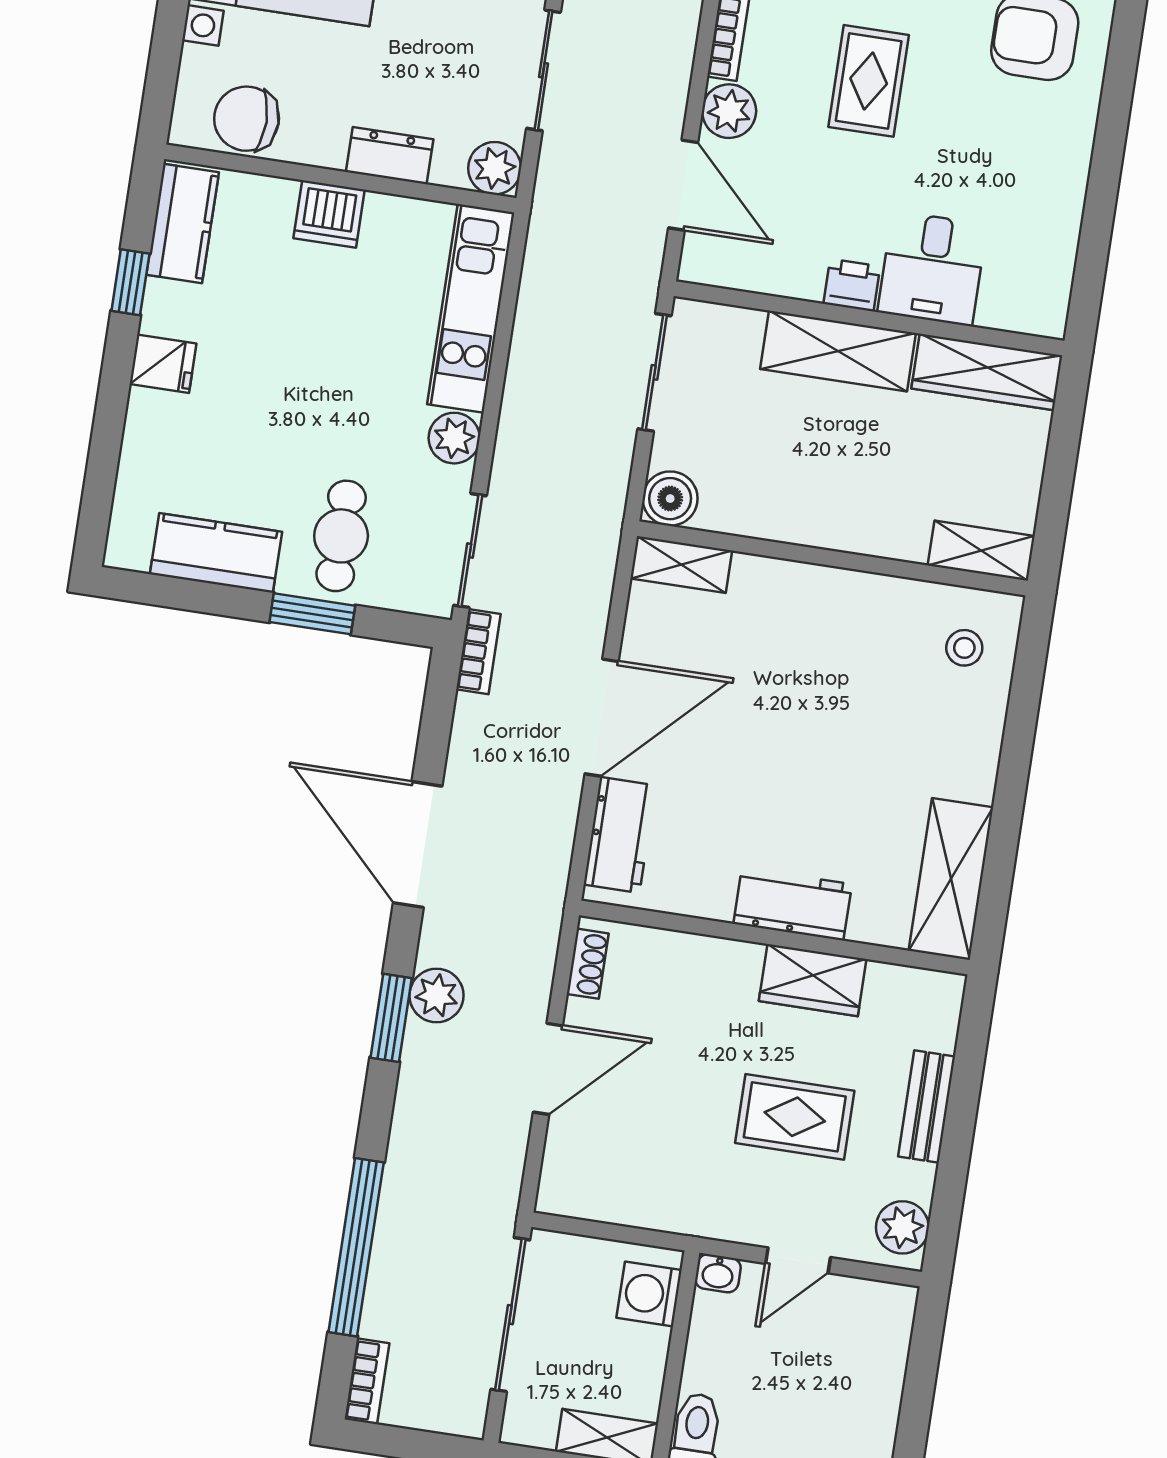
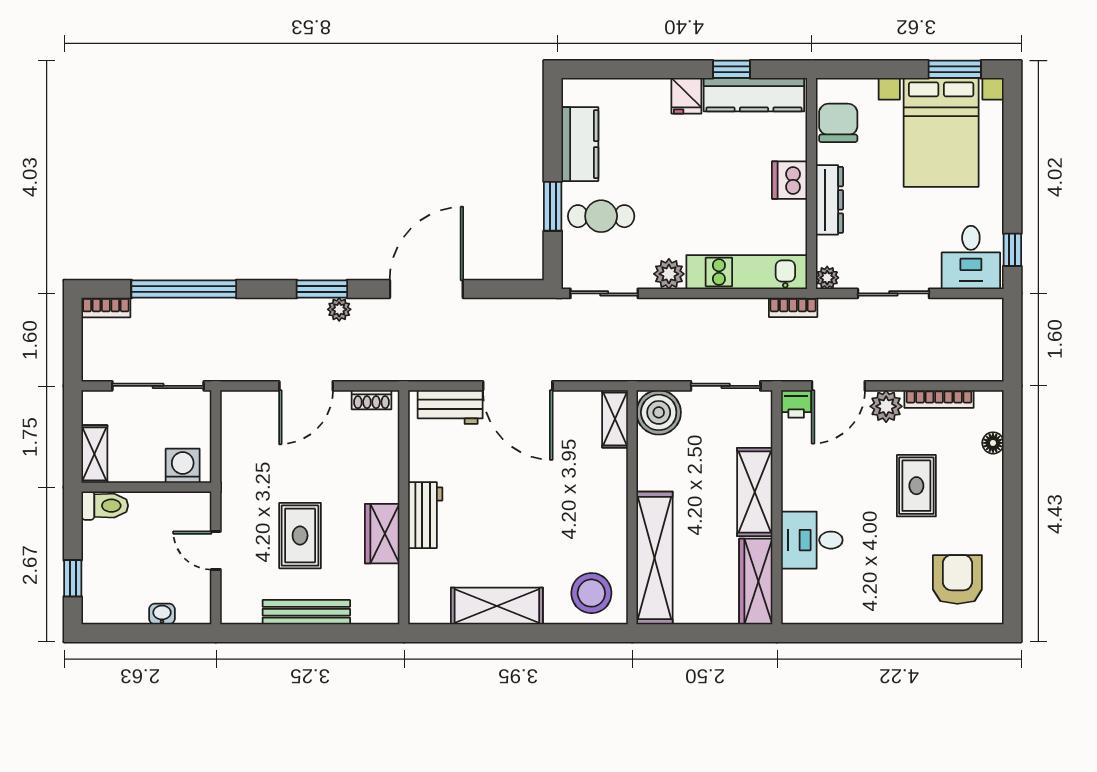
rug: (869, 81) -> (916, 486), turned 90
dresser: (390, 156) -> (829, 200), width x1.44
plant: (495, 168) -> (827, 278), width x0.73, depth x0.73
kitchen counter: (183, 223) -> (754, 95), width x1.50
printer: (852, 285) -> (796, 404), moved, turned 90
boiler: (670, 499) -> (659, 412), width x1.37, depth x1.37
shelving: (981, 551) -> (655, 558), width x2.20, depth x1.33
stool: (964, 648) -> (591, 593), width x1.89, depth x1.89
bookcase: (478, 652) -> (793, 307), moved
shelving: (951, 879) -> (497, 606), moved
plant: (437, 996) -> (339, 309), width x0.73, depth x0.73
door: (548, 1069) -> (306, 386), hinge flipped
bench: (927, 1106) -> (306, 612), width x1.36
plant: (902, 1227) -> (245, 609), removed
washbasin: (718, 1273) -> (162, 614), moved, turned 90

